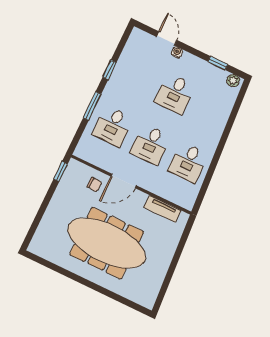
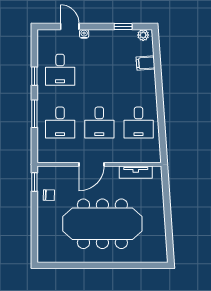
desk: (175, 94) -> (60, 70), moved
filing cabinet: (222, 109) -> (145, 63), added
chair: (94, 185) -> (49, 195), moved

